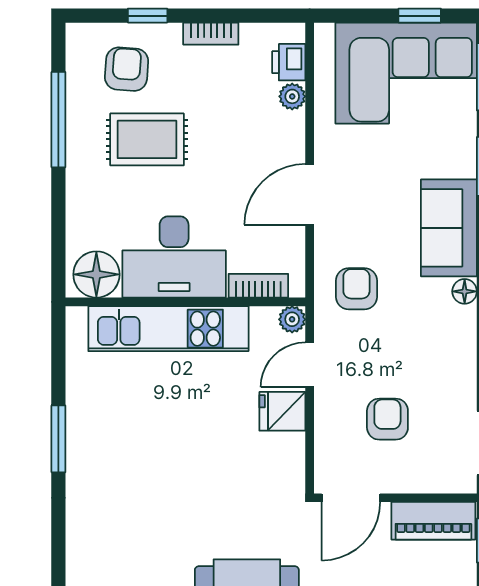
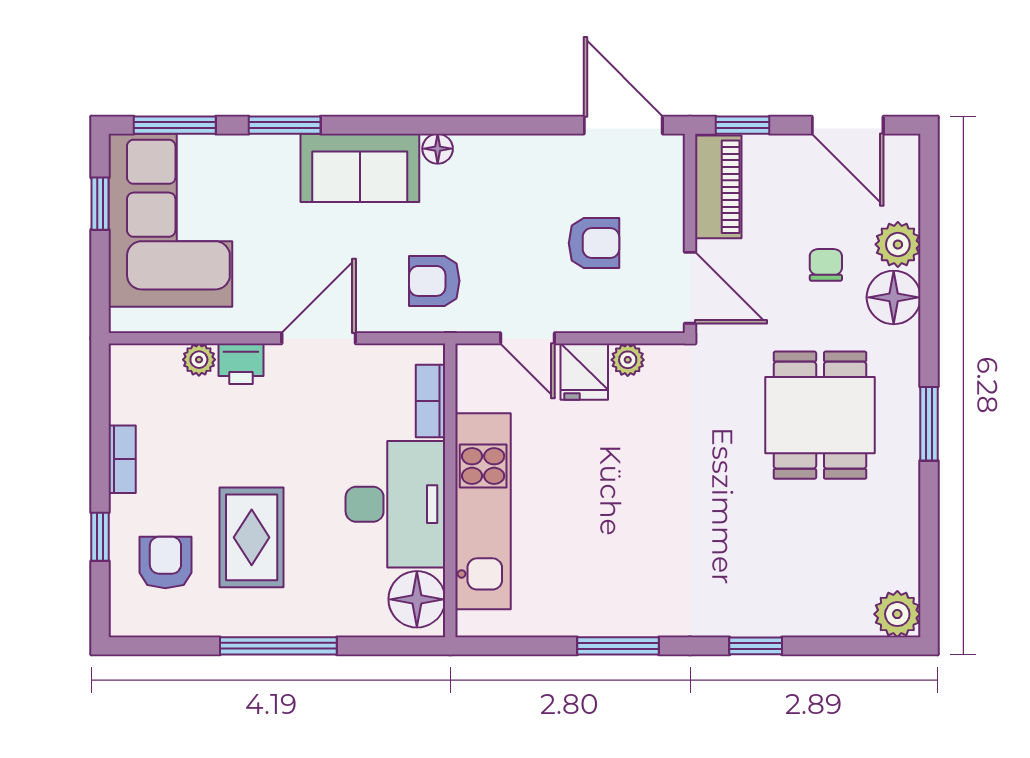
printer: (289, 62) -> (241, 364), moved
armchair: (127, 69) -> (165, 562), turned 86
window: (58, 120) -> (278, 646), moved
door: (310, 194) -> (319, 338), swing flipped
plant: (292, 319) -> (628, 360), moved
armchair: (387, 419) -> (594, 243), turned 180
window: (58, 551) -> (756, 646), added

